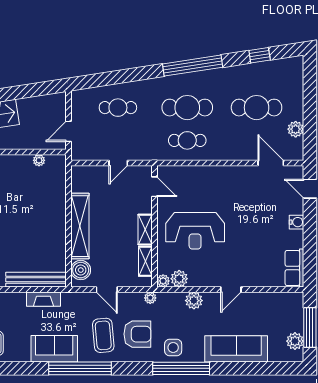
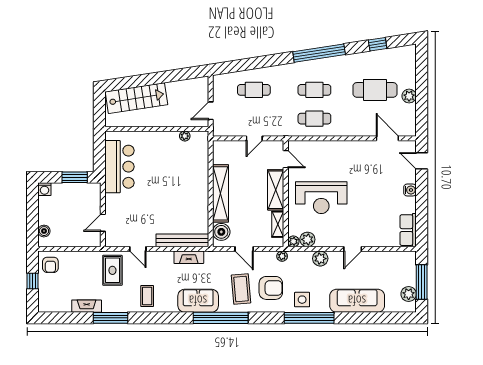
cafe table: (187, 108) -> (314, 90), width x0.73, depth x0.74
plant: (296, 129) -> (409, 96), moved
shelving: (145, 230) -> (276, 190), width x1.50, depth x1.33

